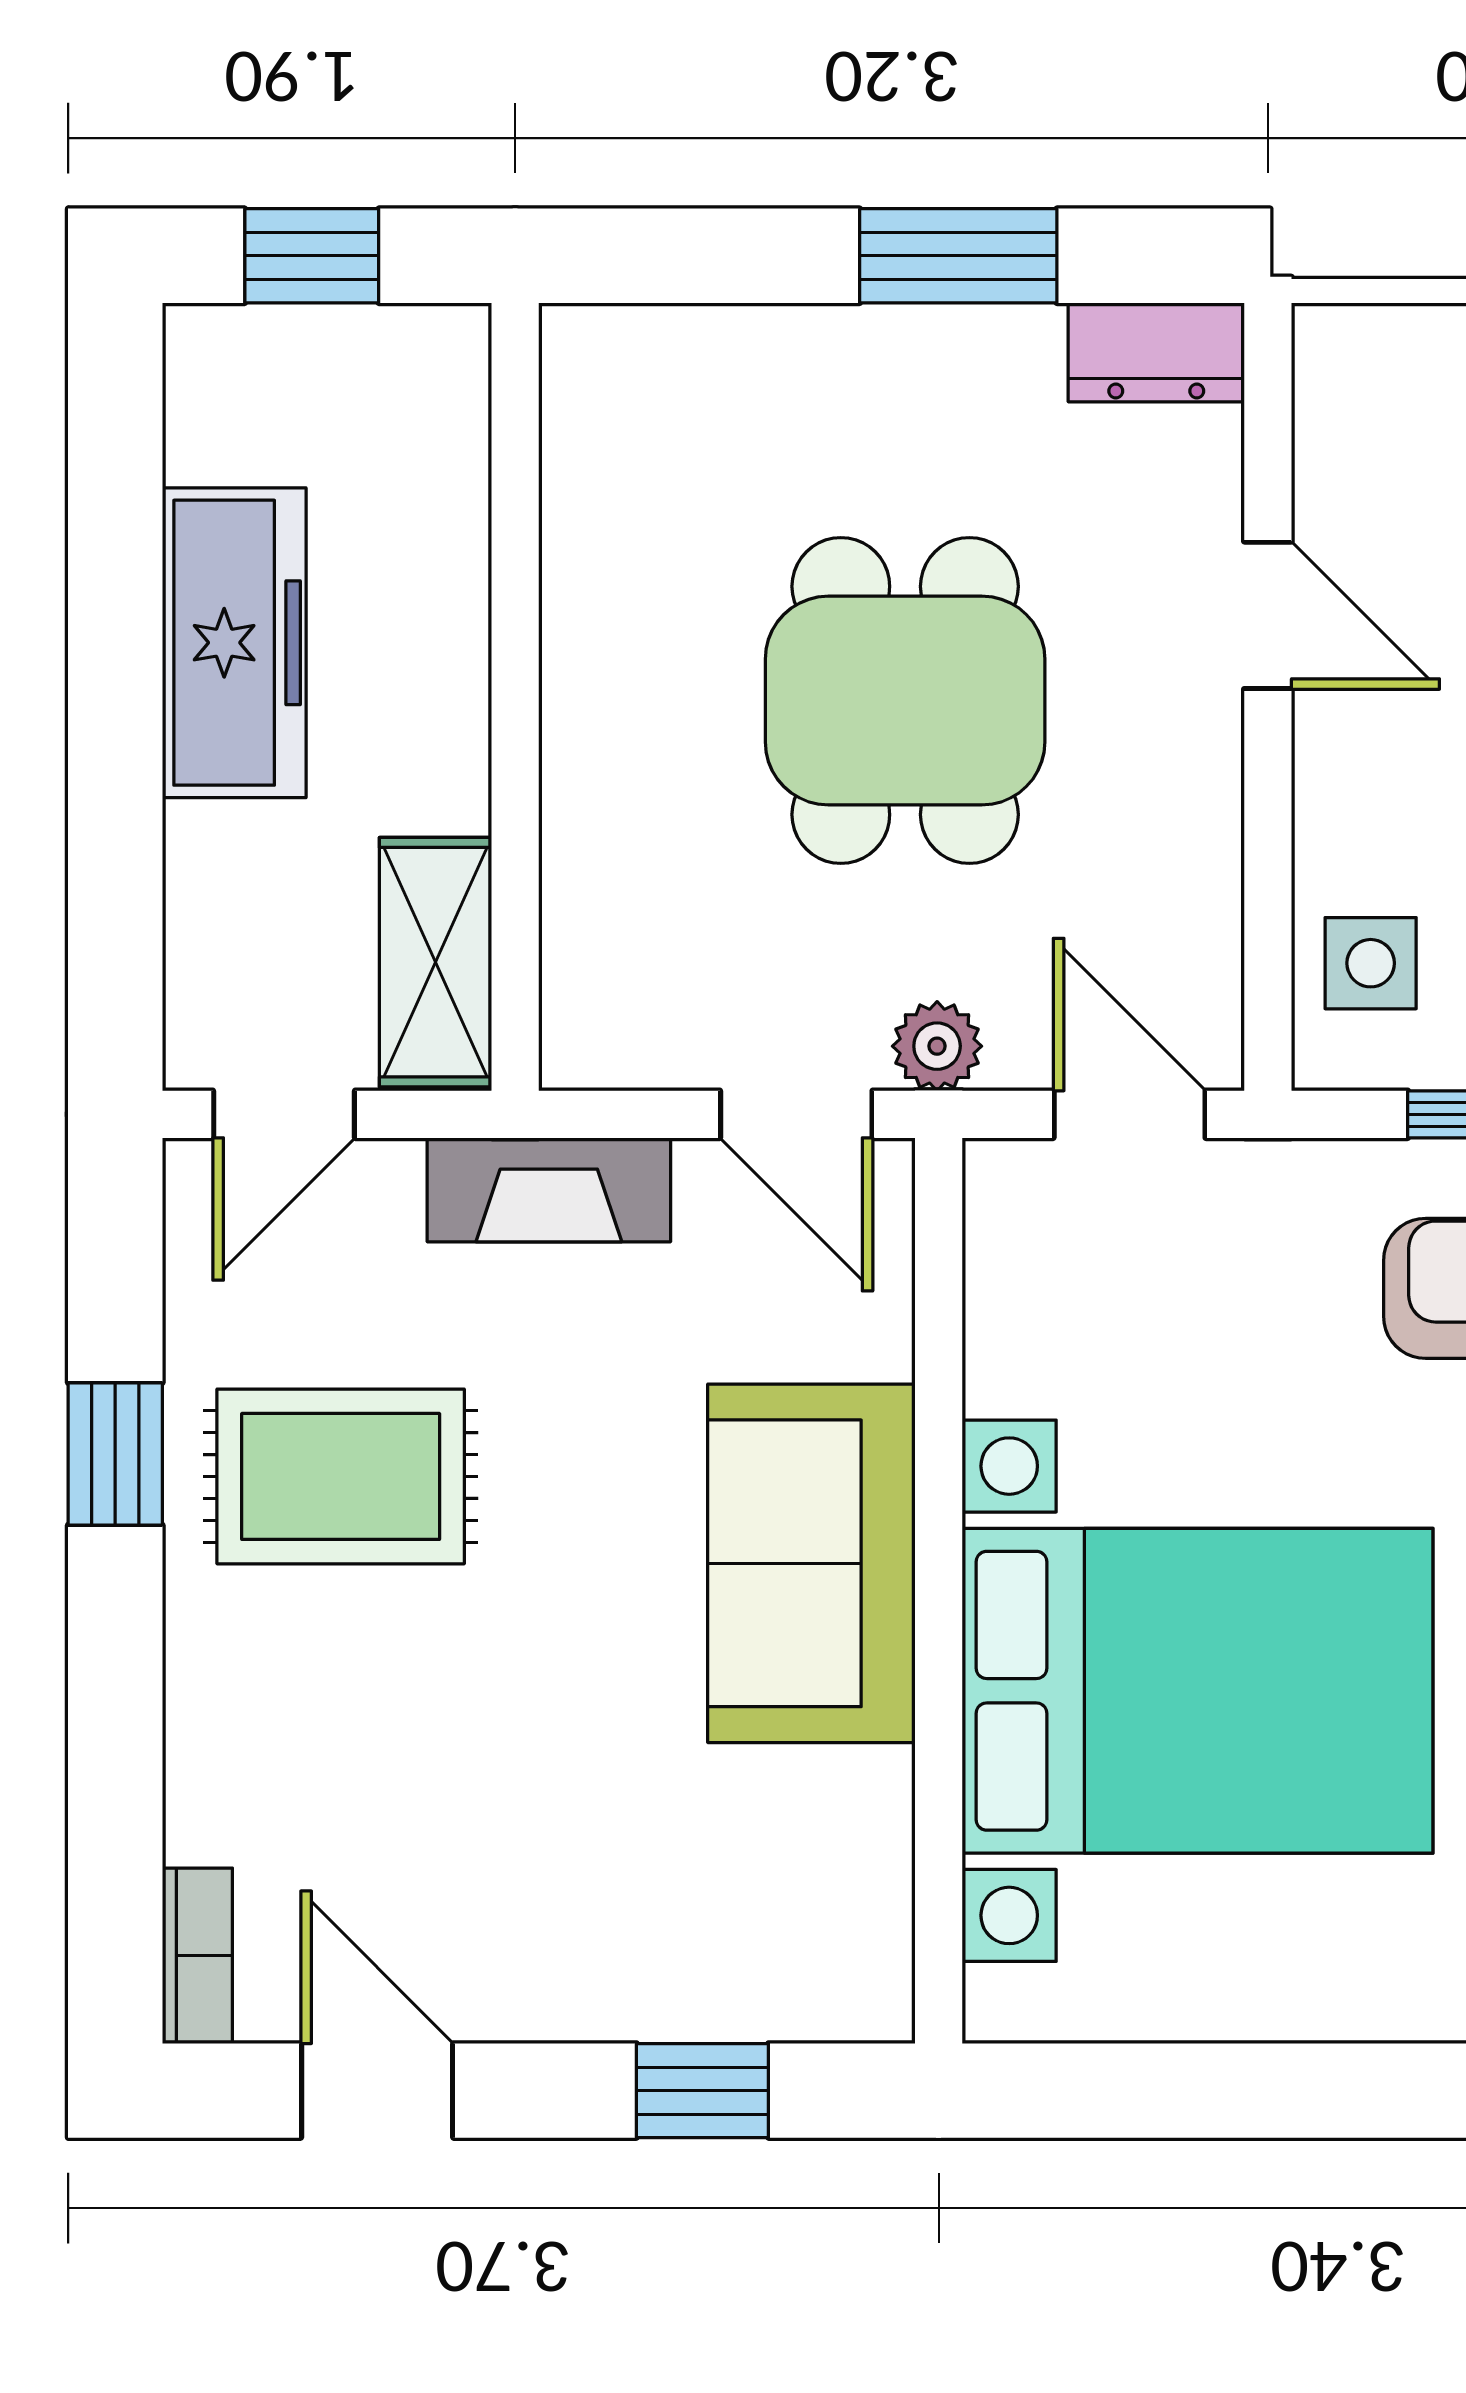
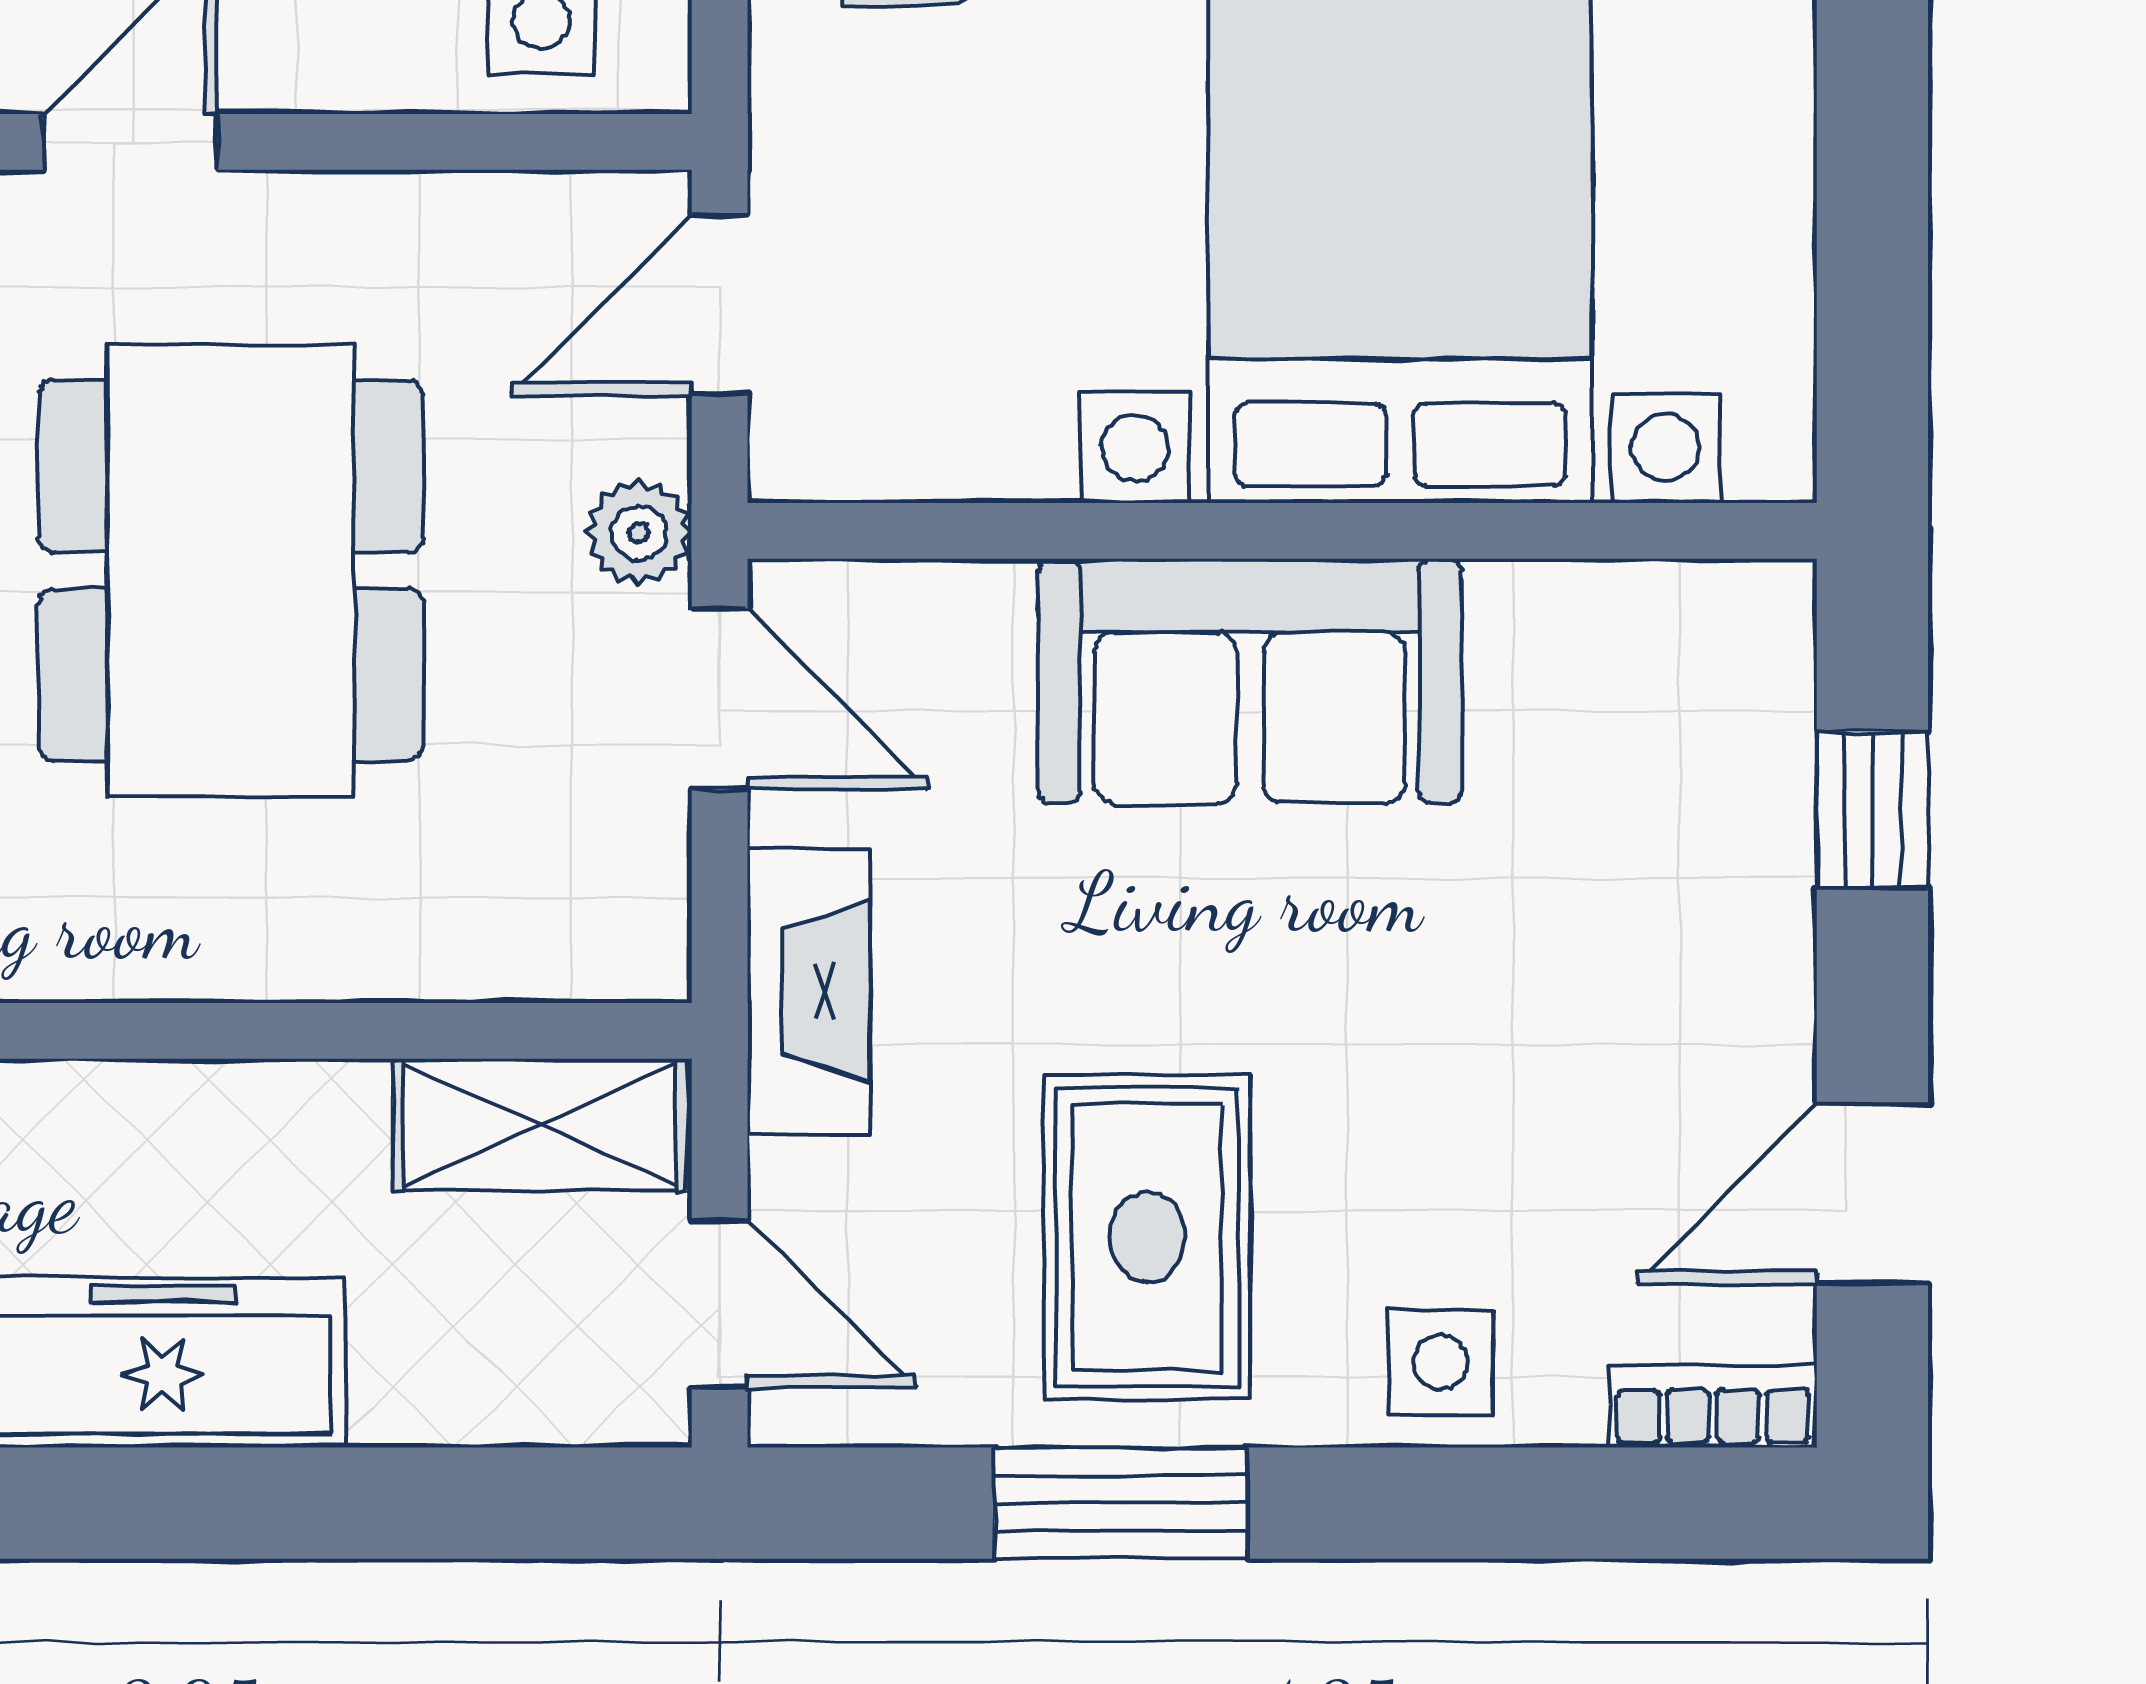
dining table: (905, 701) -> (231, 570), width x1.38
door: (796, 1114) -> (720, 699), hinge flipped
window: (115, 1454) -> (1121, 1503), width x1.50
side table: (234, 1725) -> (1441, 1362), added

